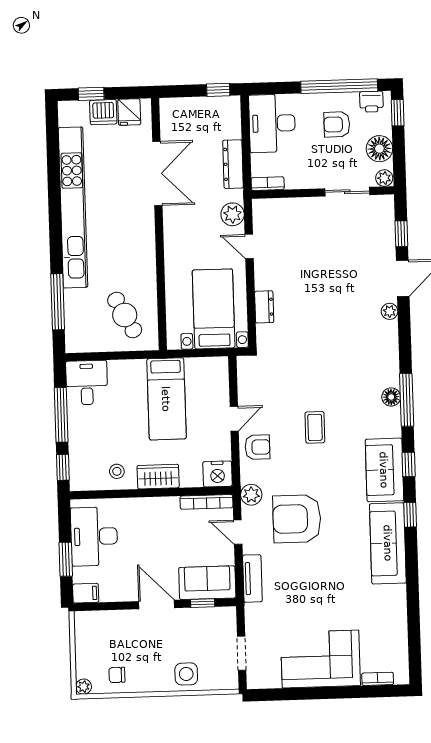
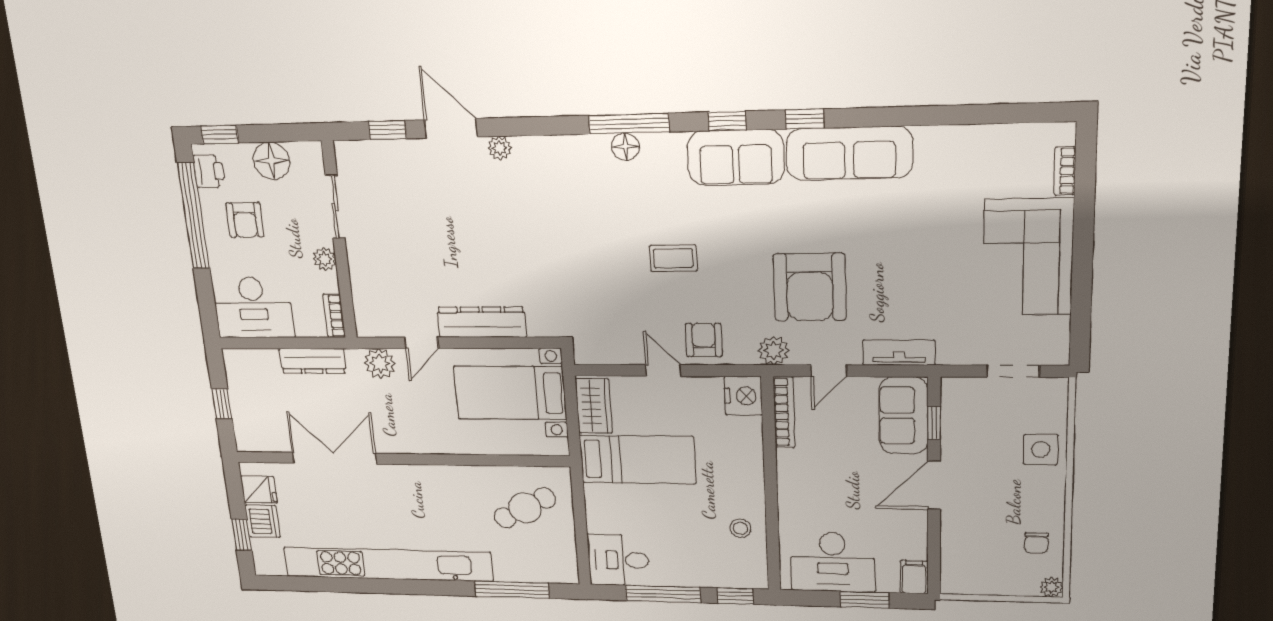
window: (218, 90) -> (222, 404), moved
plant: (384, 178) -> (325, 259), moved
dresser: (264, 307) -> (482, 322), width x1.96, depth x1.24
wardrobe: (158, 477) -> (594, 406), moved, turned 180

